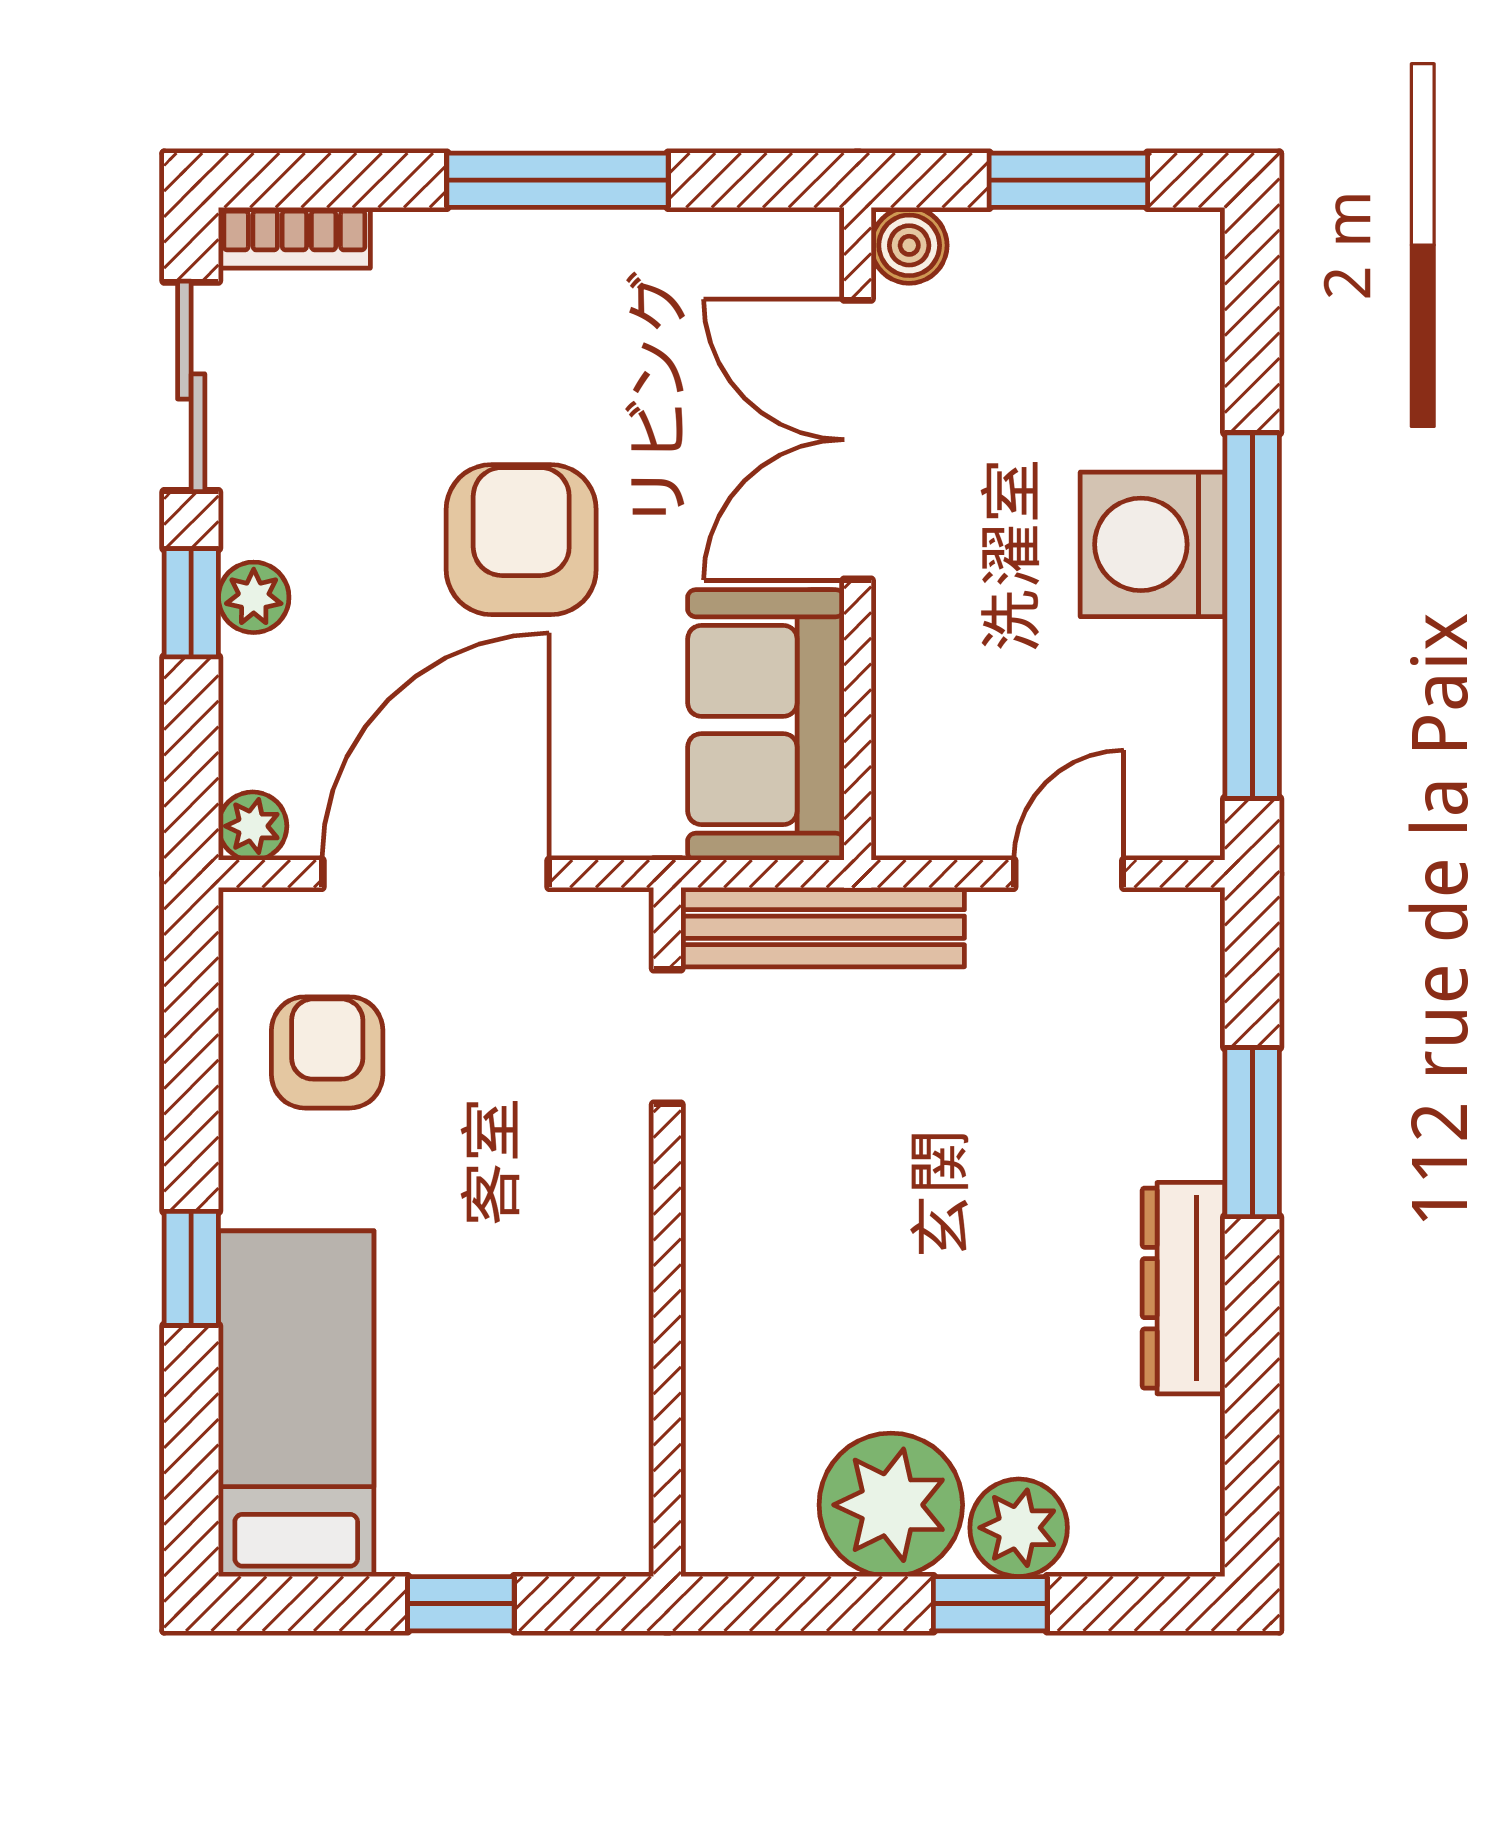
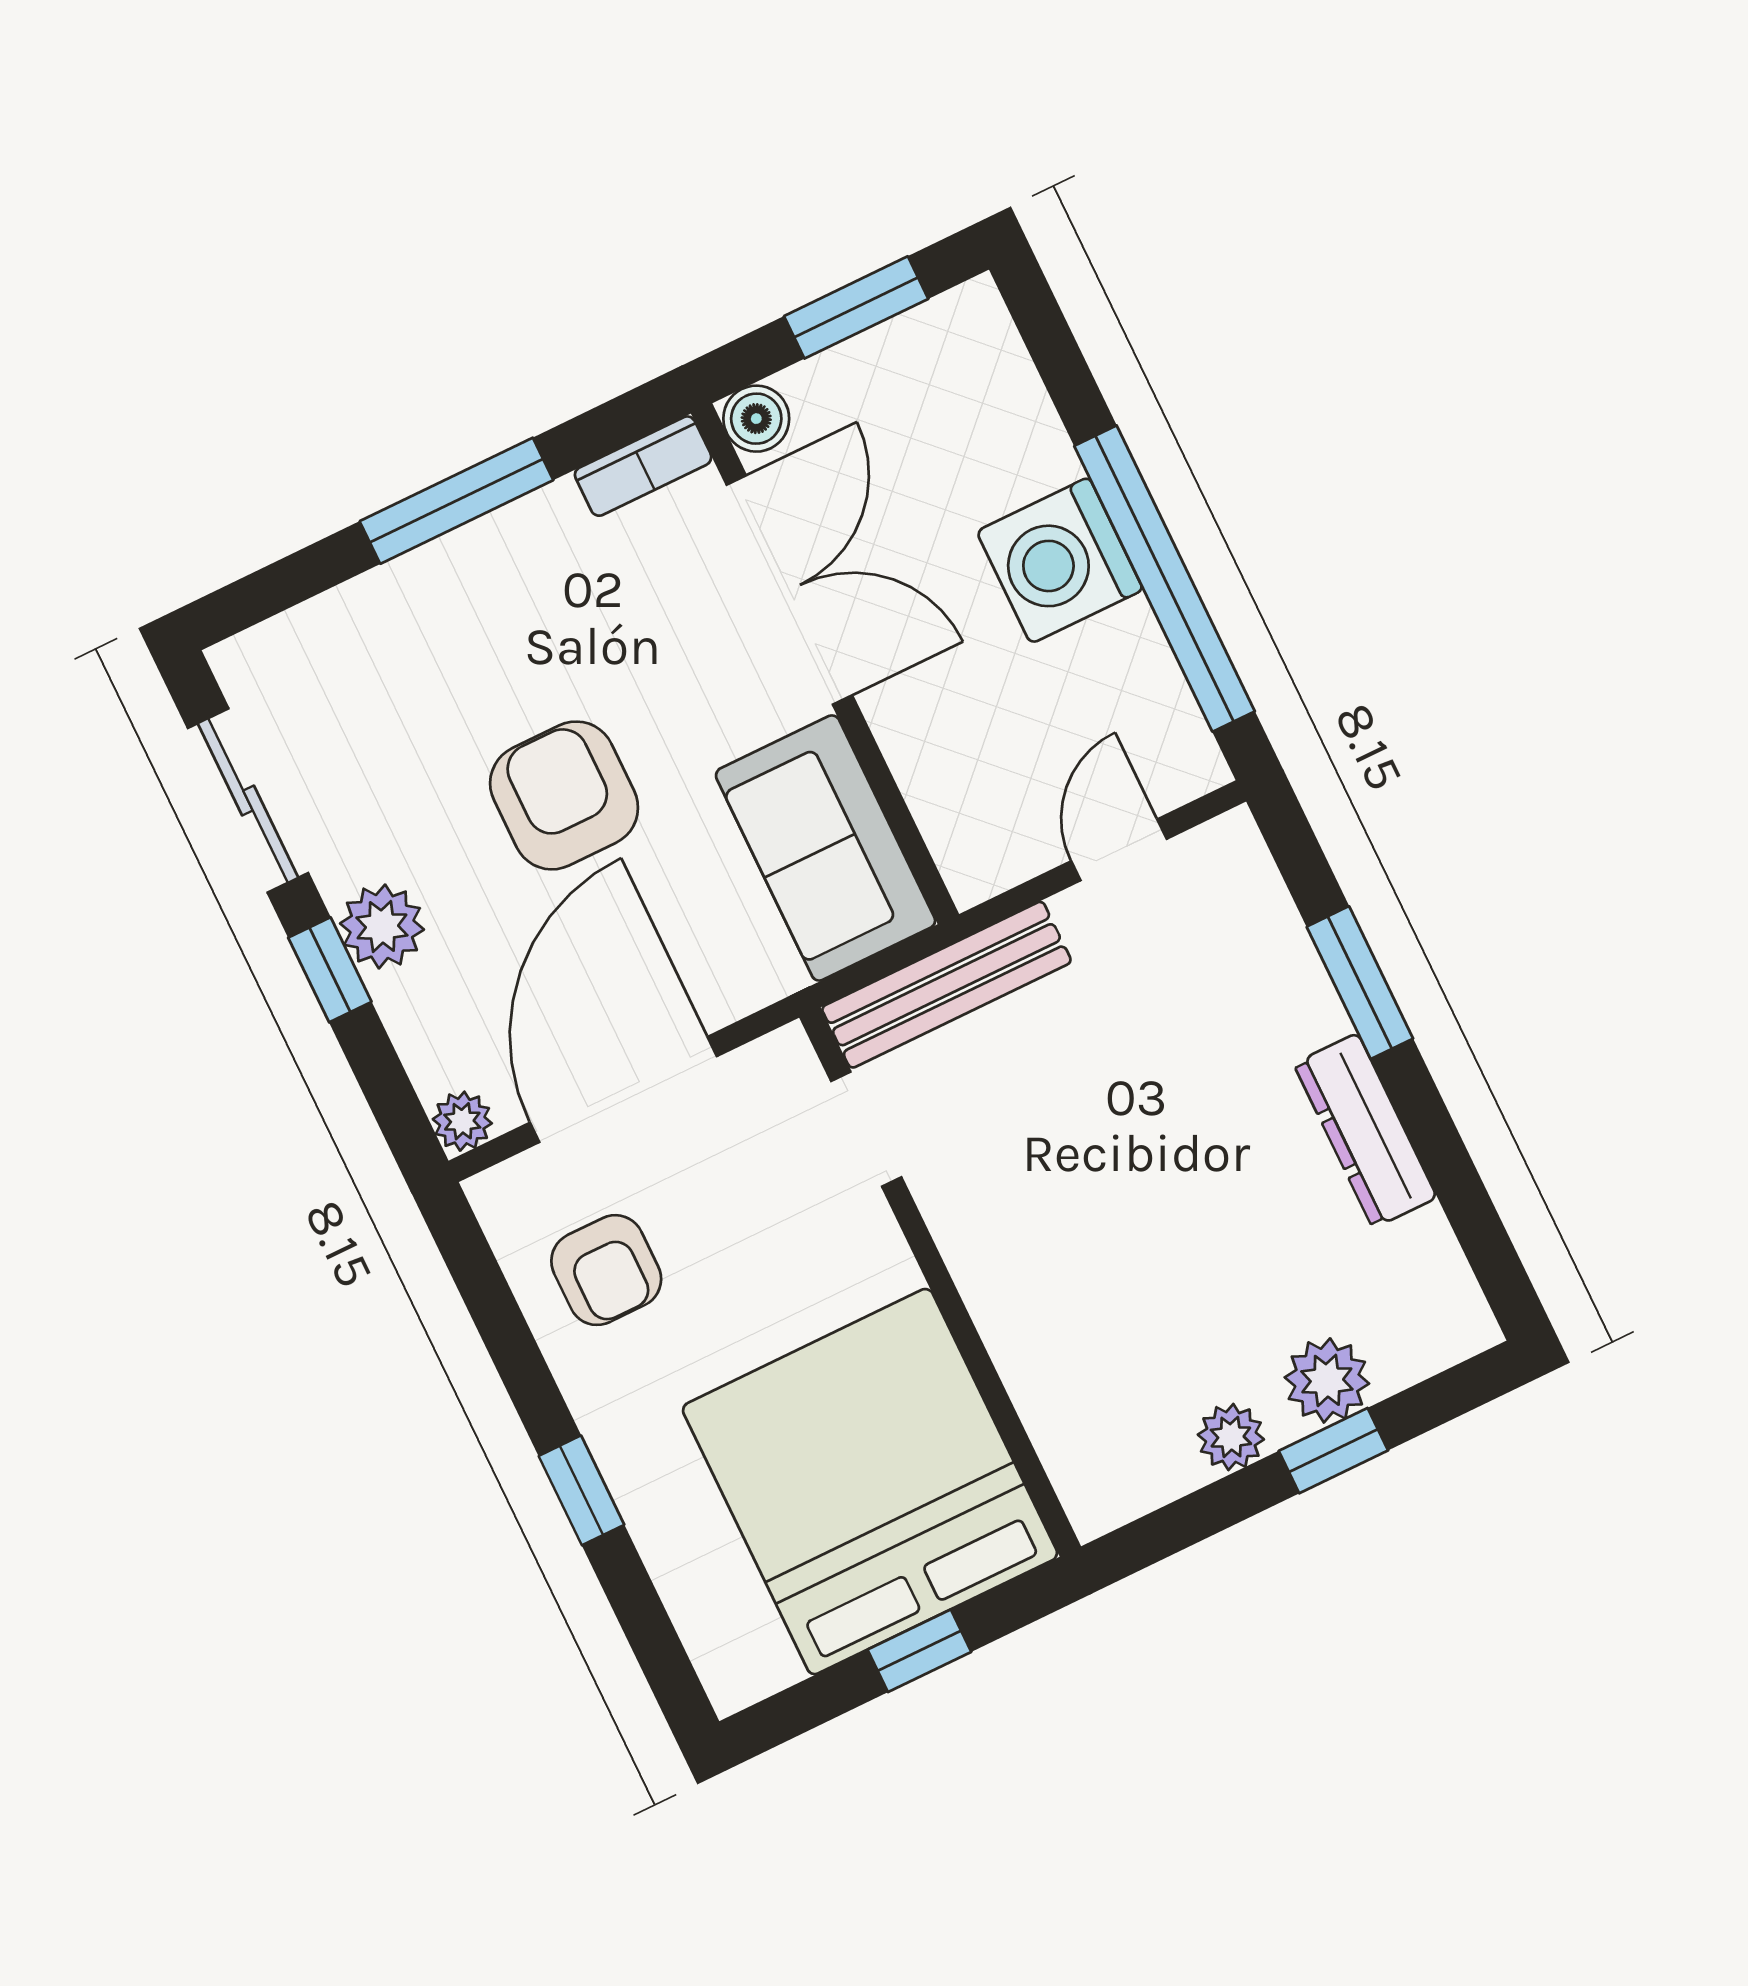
bookcase: (294, 238) -> (643, 466), moved
double door: (858, 440) -> (789, 590), swing flipped
plant: (254, 597) -> (382, 926), width x1.38, depth x1.38
armchair: (327, 1052) -> (606, 1270), turned 180
bed: (296, 1404) -> (870, 1482), moved, width x2.04
plant: (891, 1505) -> (1231, 1437), width x0.53, depth x0.53

